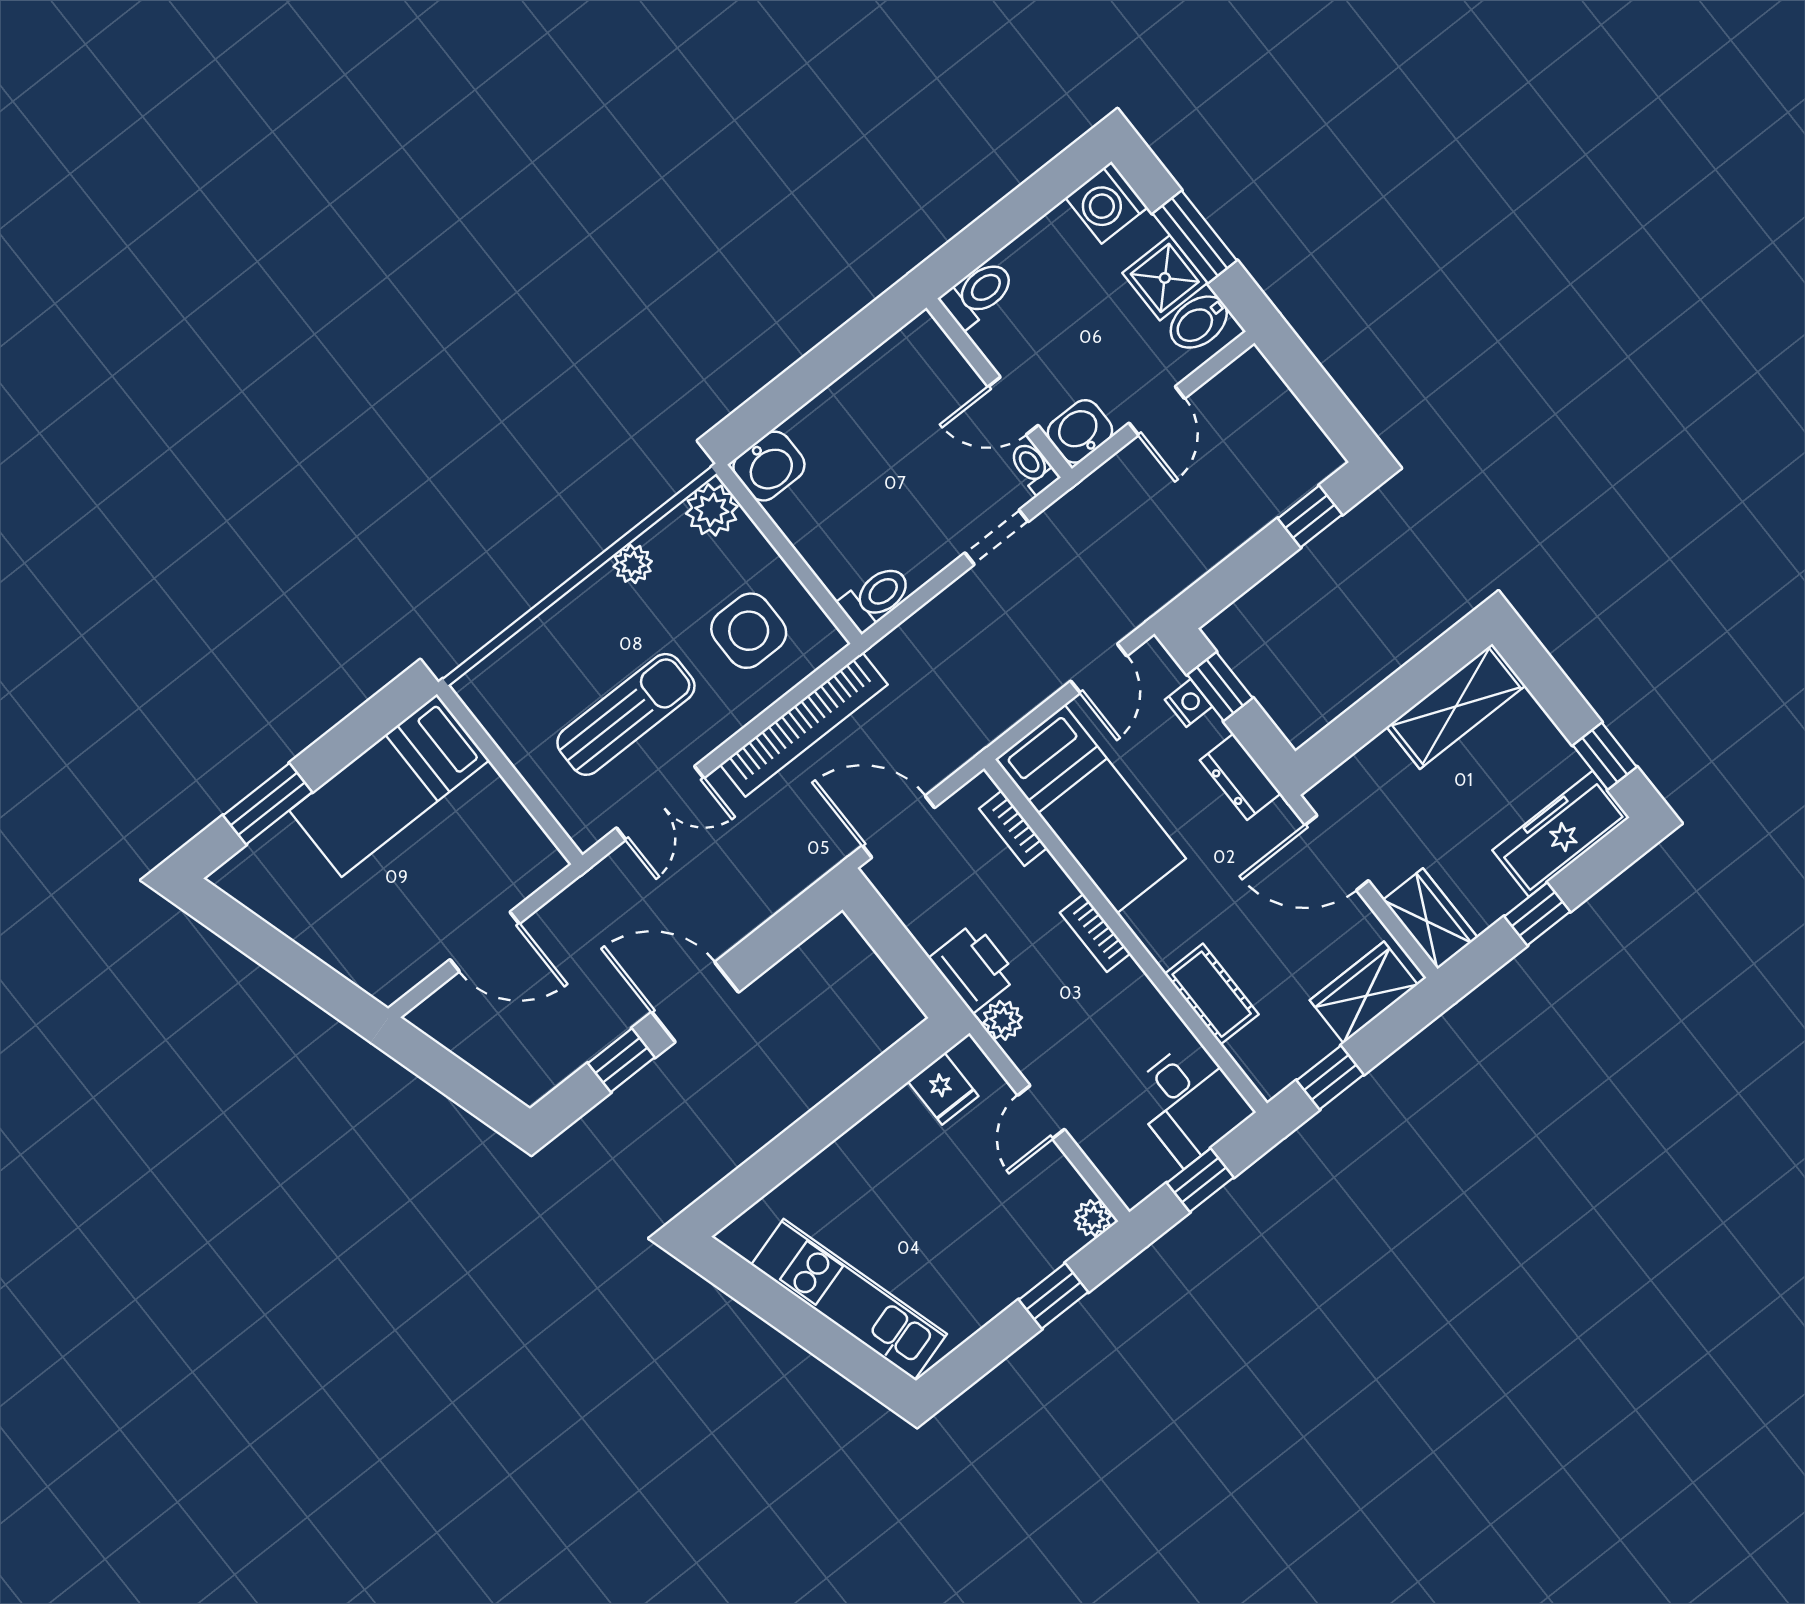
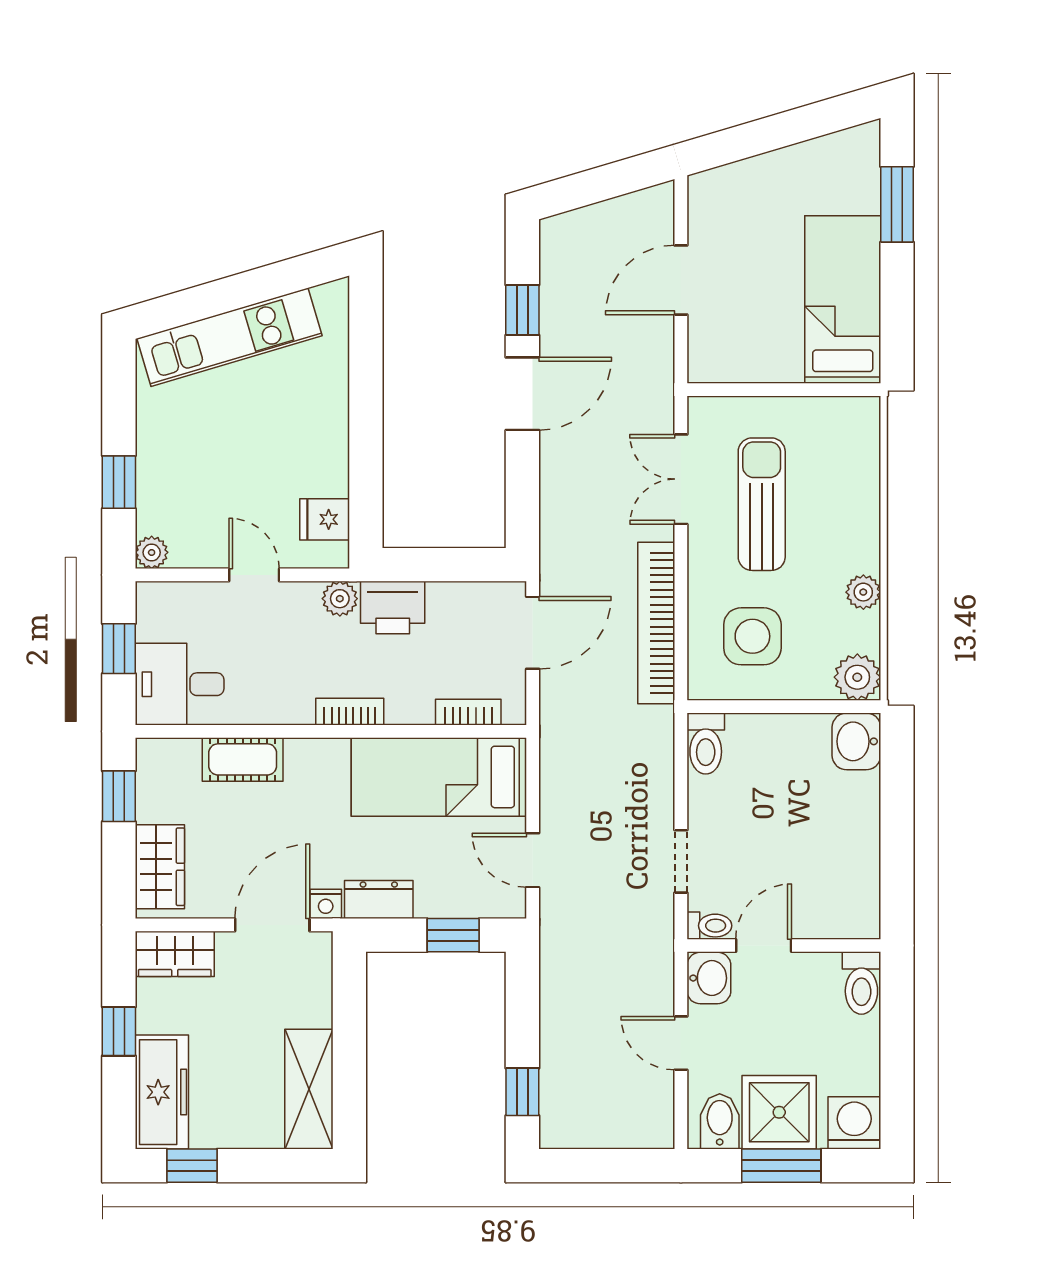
shower: (1165, 278) -> (779, 1112), width x1.36, depth x1.36
nightstand: (1188, 703) -> (326, 904), moved
sun lounger: (626, 714) -> (762, 504), turned 180

